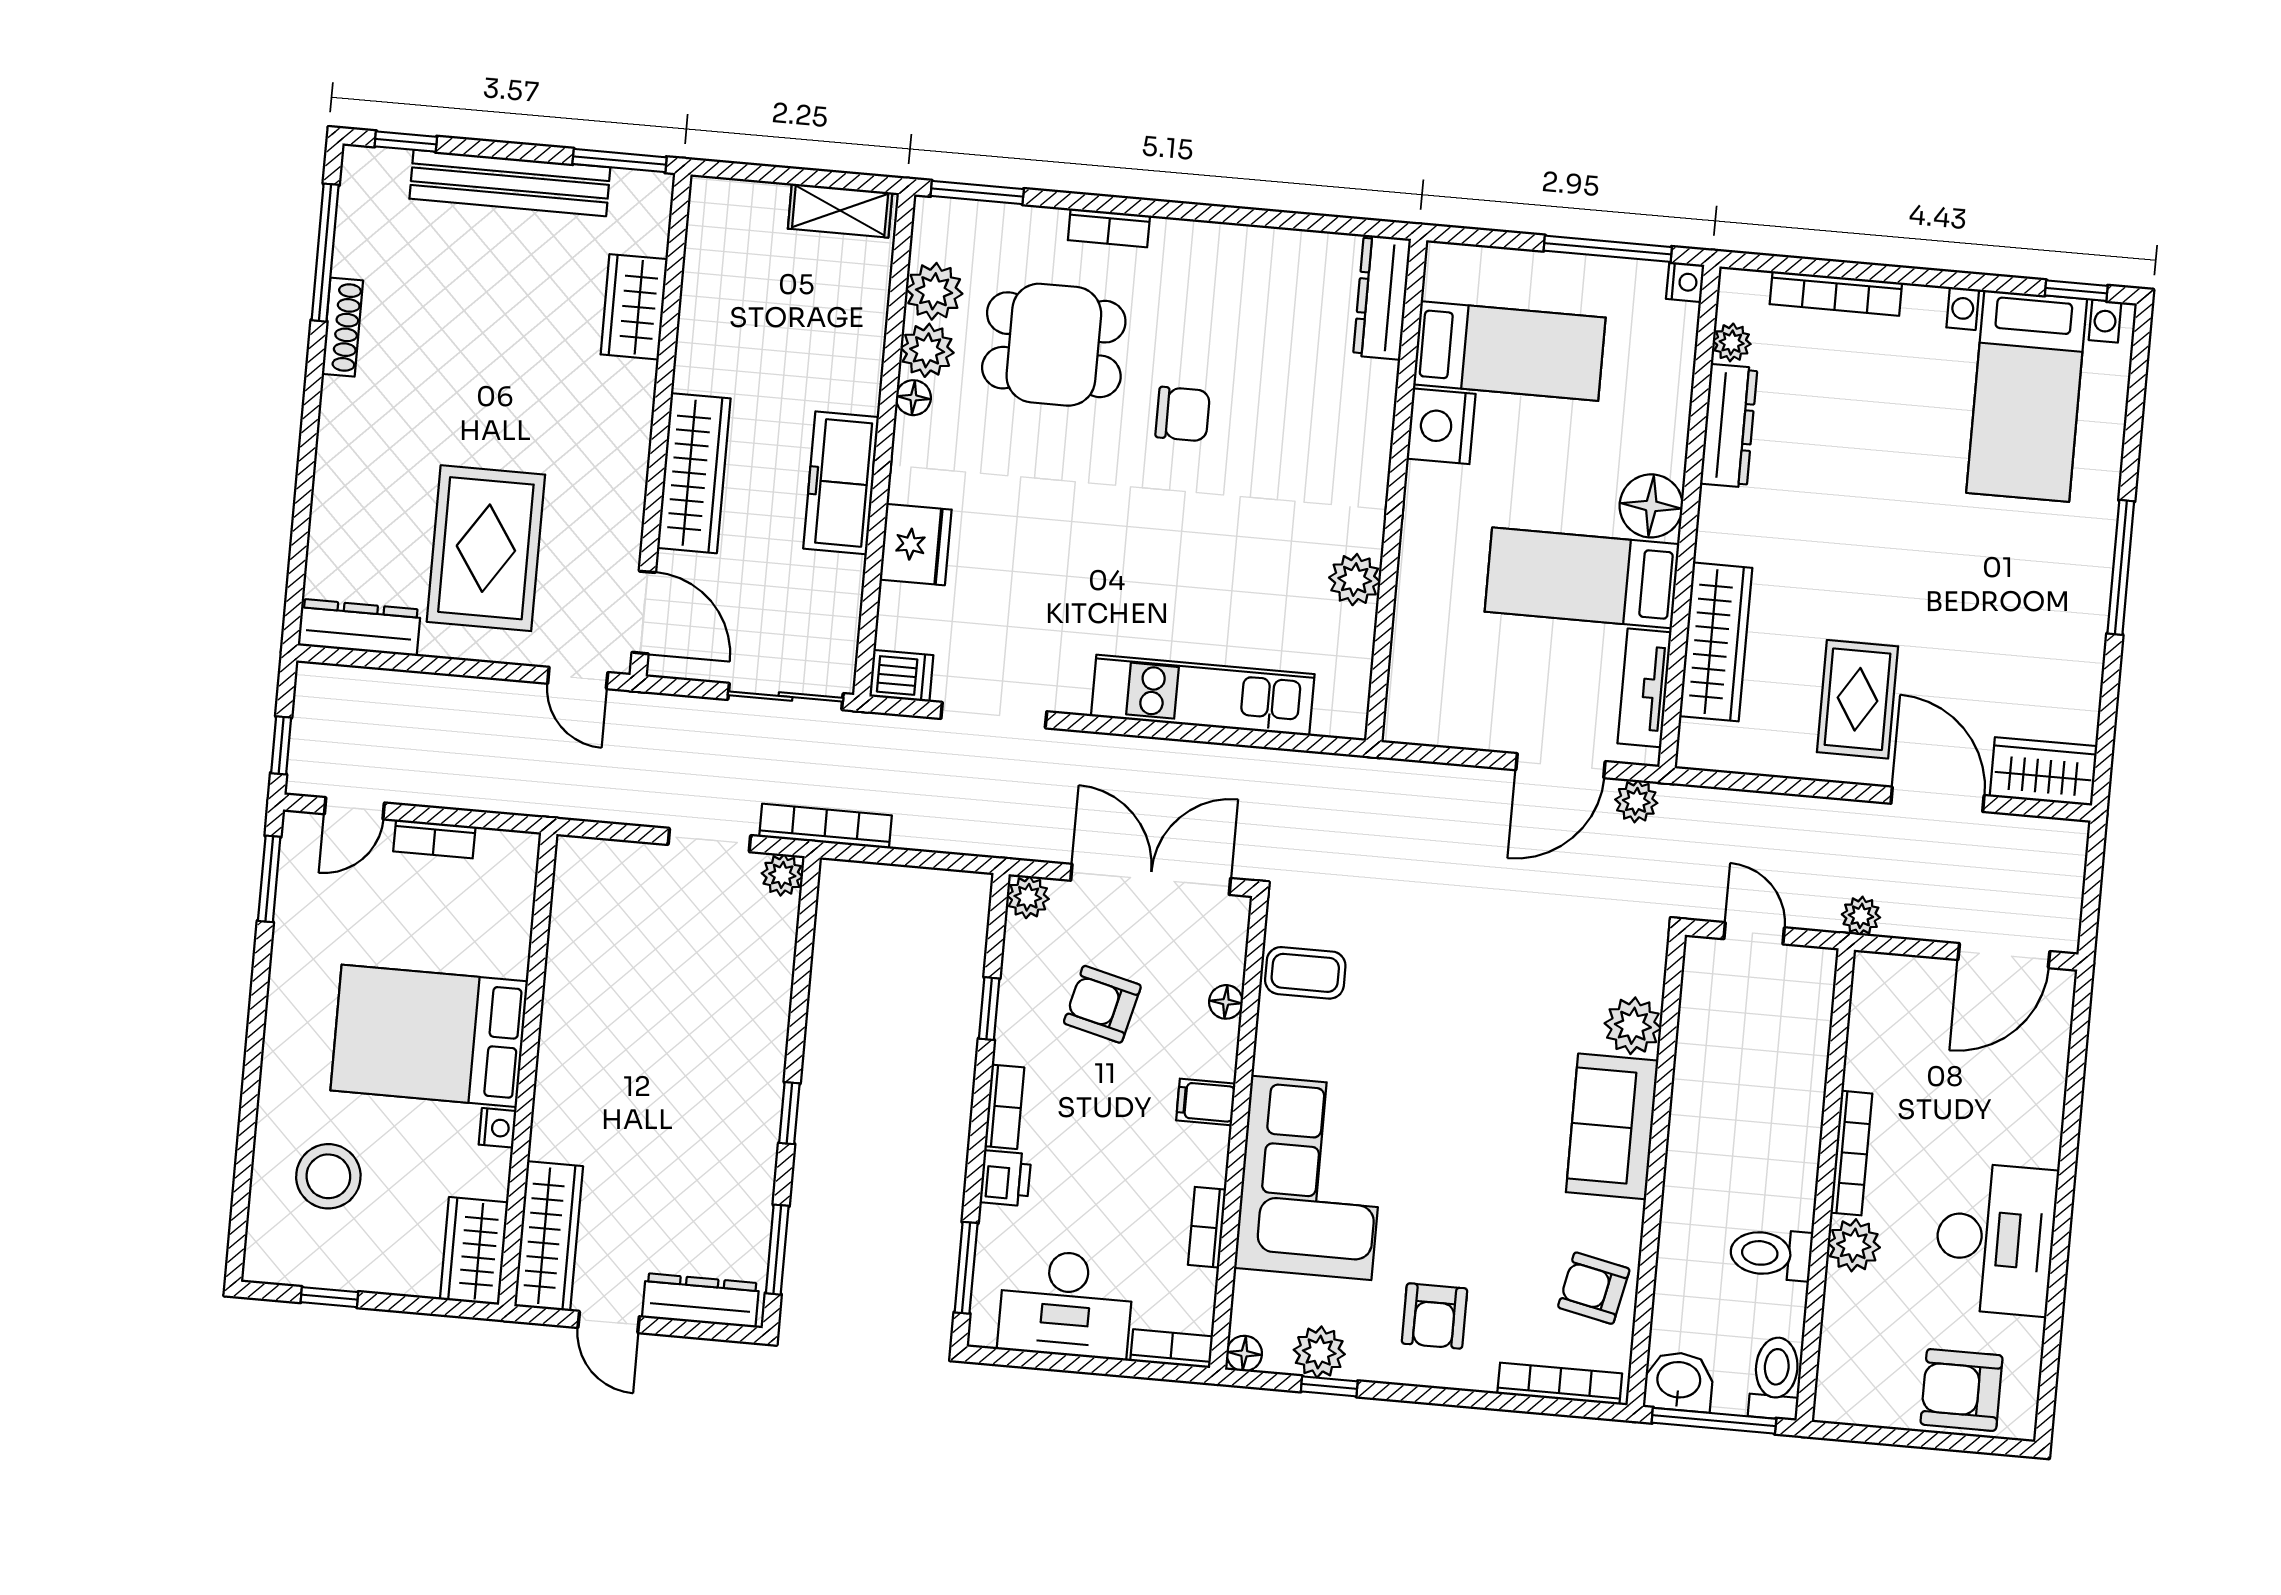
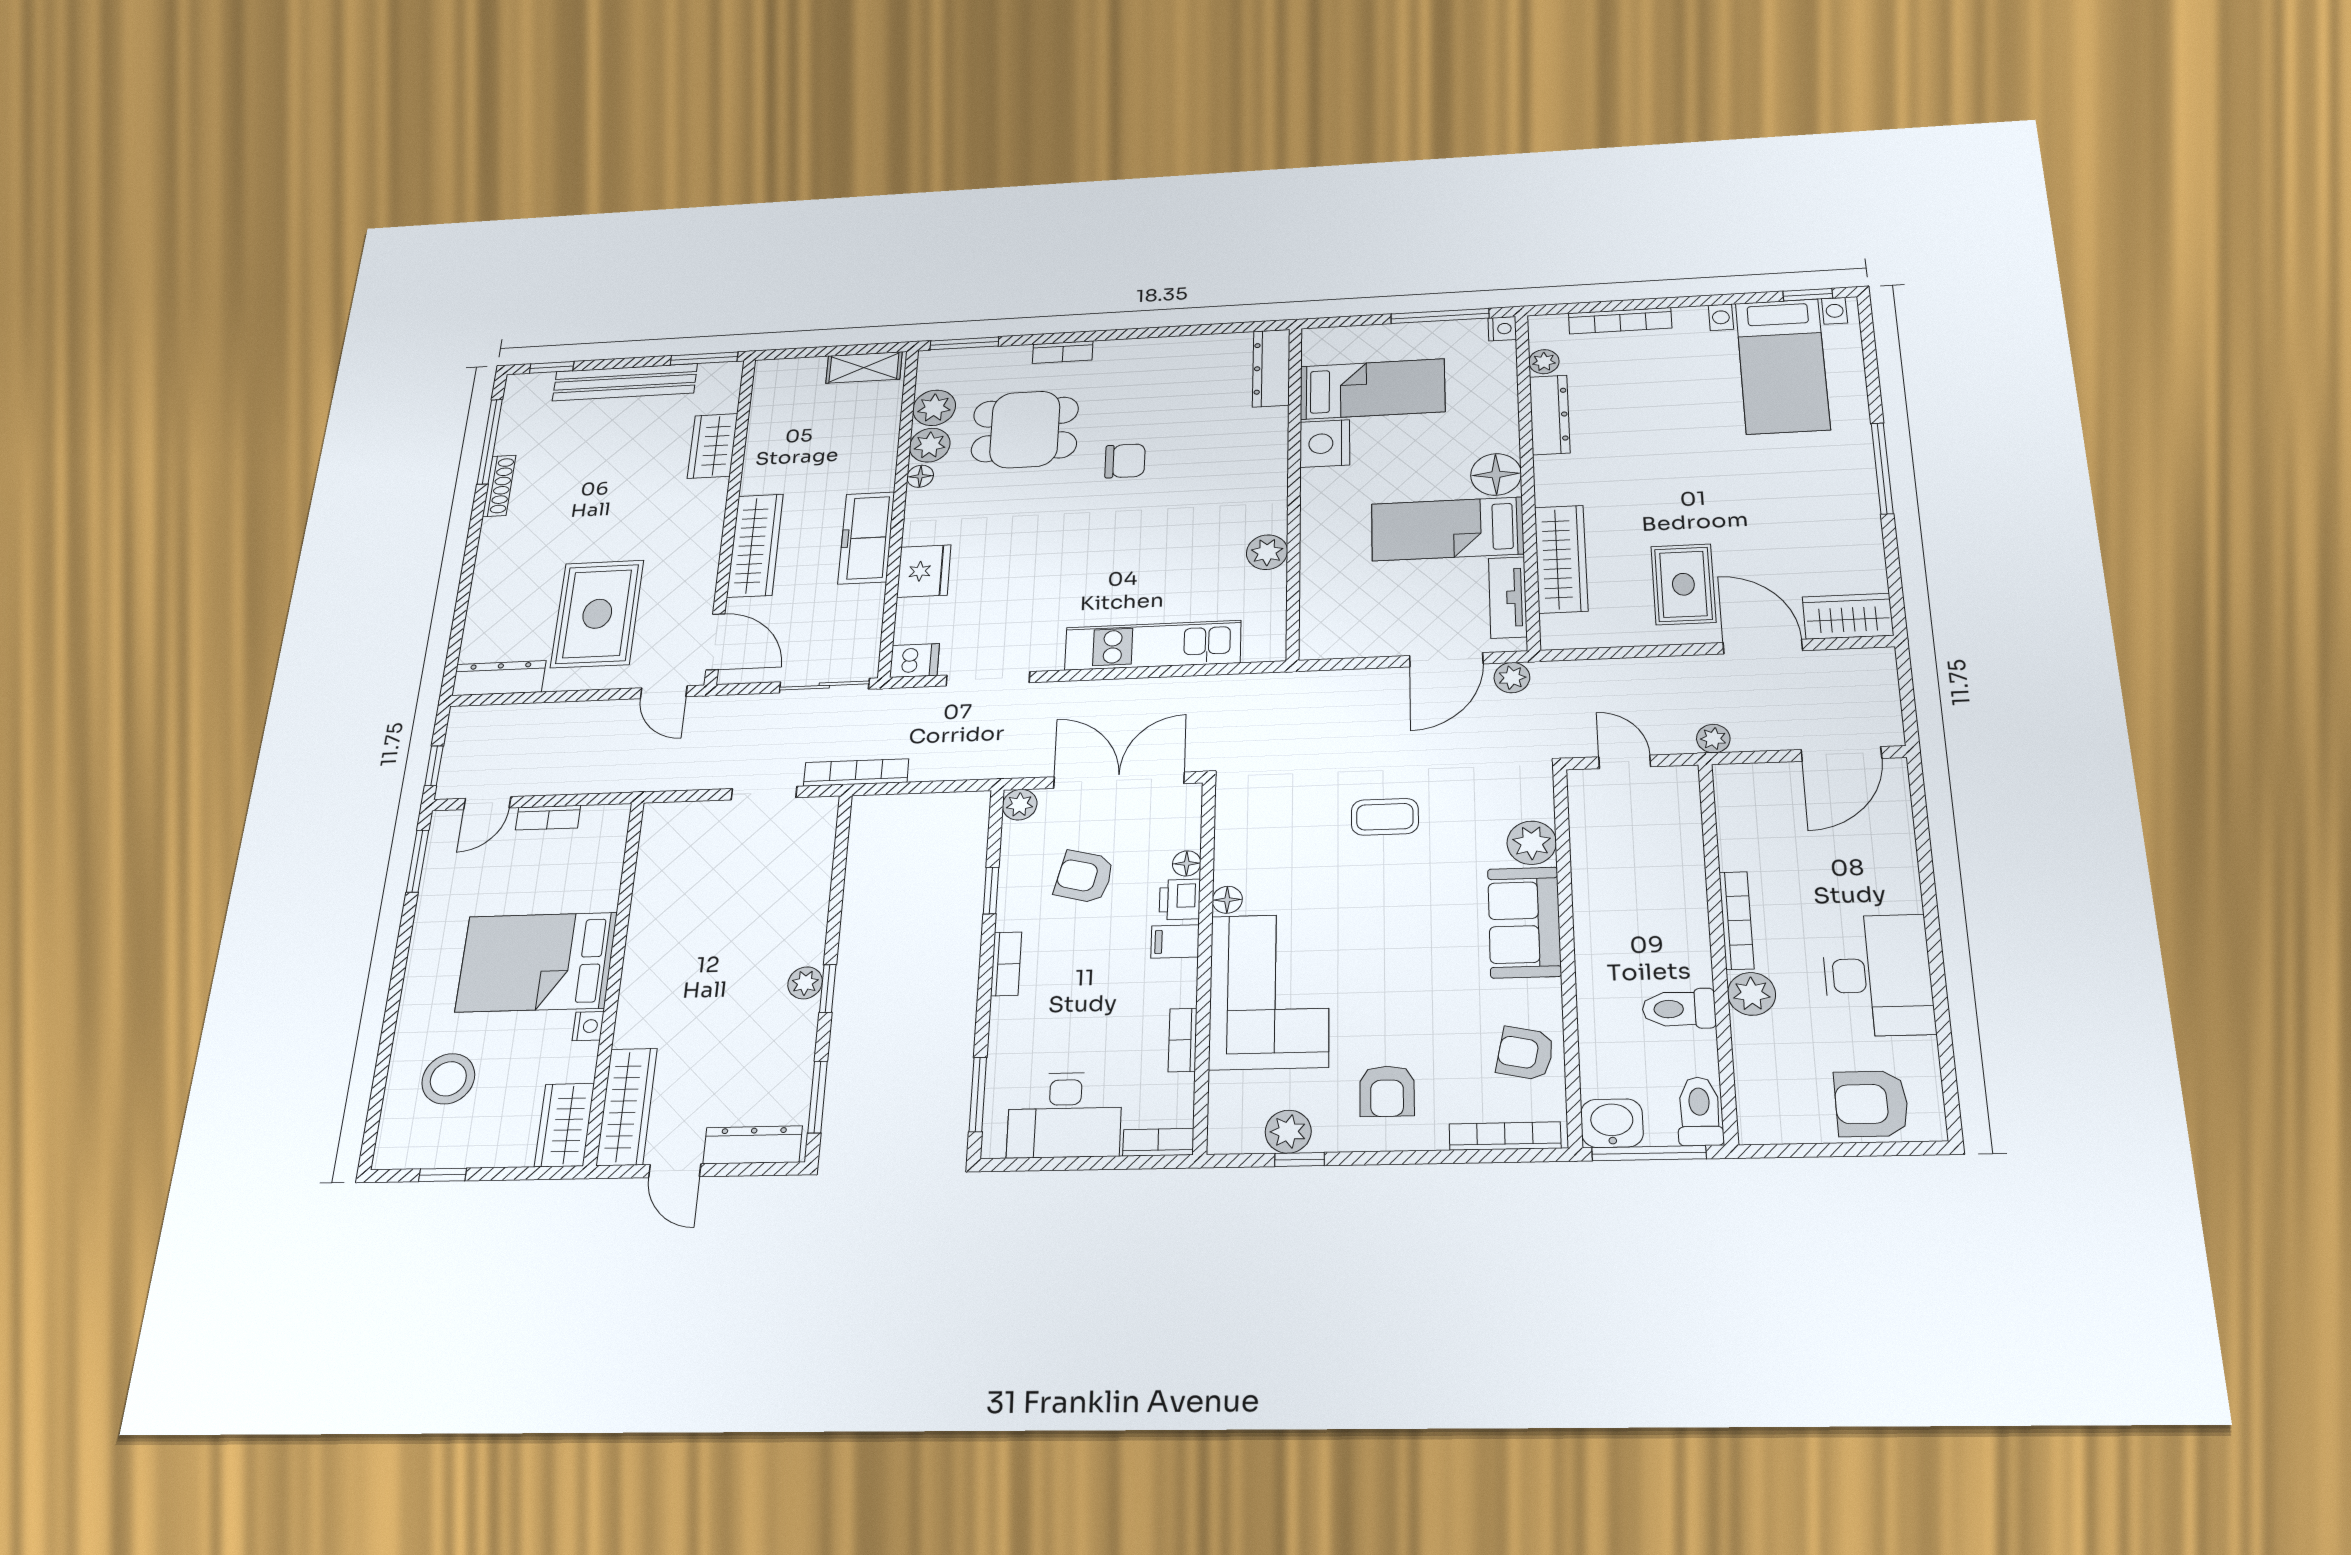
plant: (782, 875) -> (805, 983), moved
coffee table: (1305, 973) -> (1385, 817), moved
printer: (1005, 1178) -> (1180, 899), moved, turned 180
floor lamp: (1244, 1353) -> (1227, 900), moved

